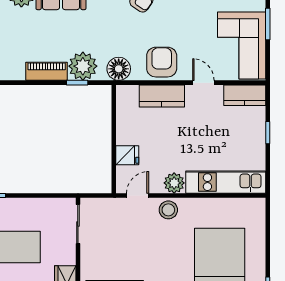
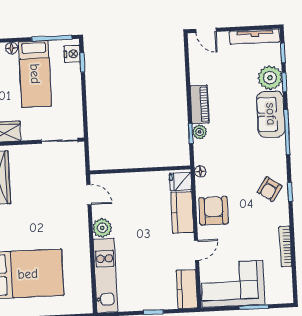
armchair: (162, 62) -> (214, 211), turned -90
plant: (83, 66) -> (200, 132), width x0.53, depth x0.53
floor lamp: (119, 69) -> (200, 171), width x0.53, depth x0.53
fridge: (127, 155) -> (180, 181), moved, turned 90
stool: (168, 210) -> (77, 224), removed

